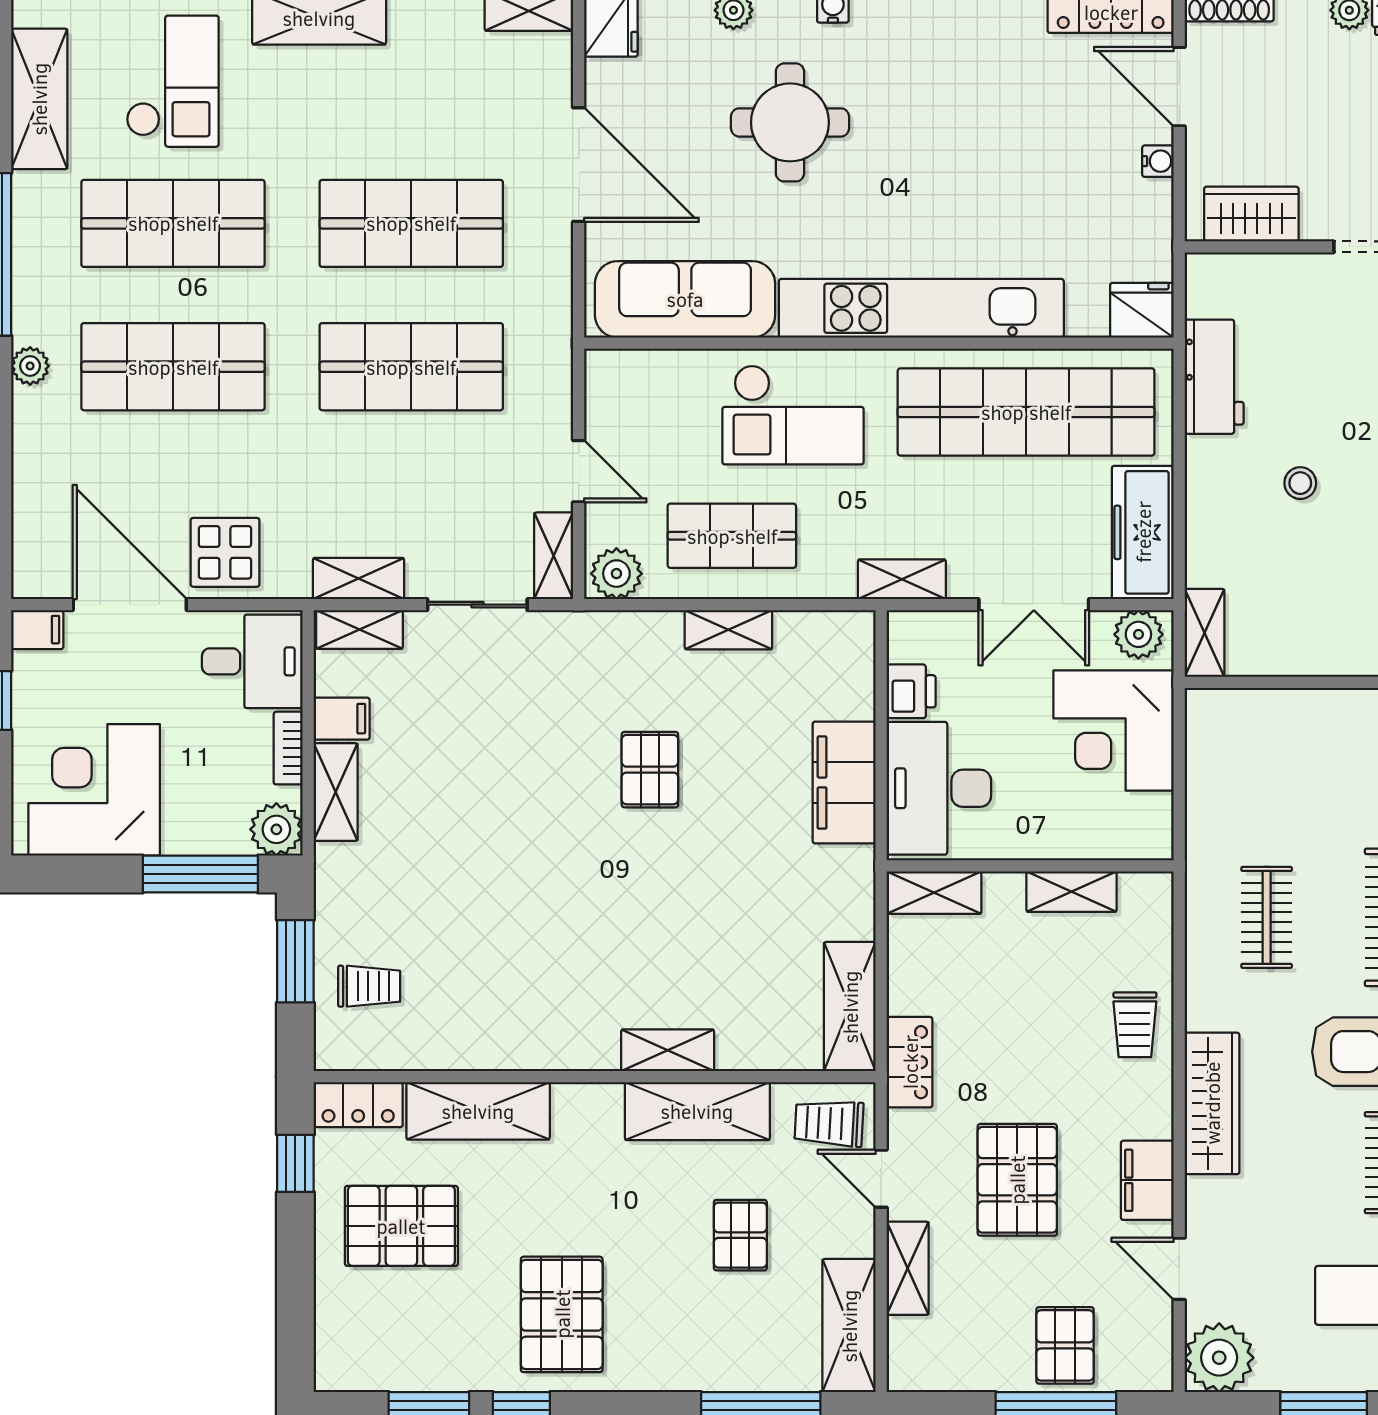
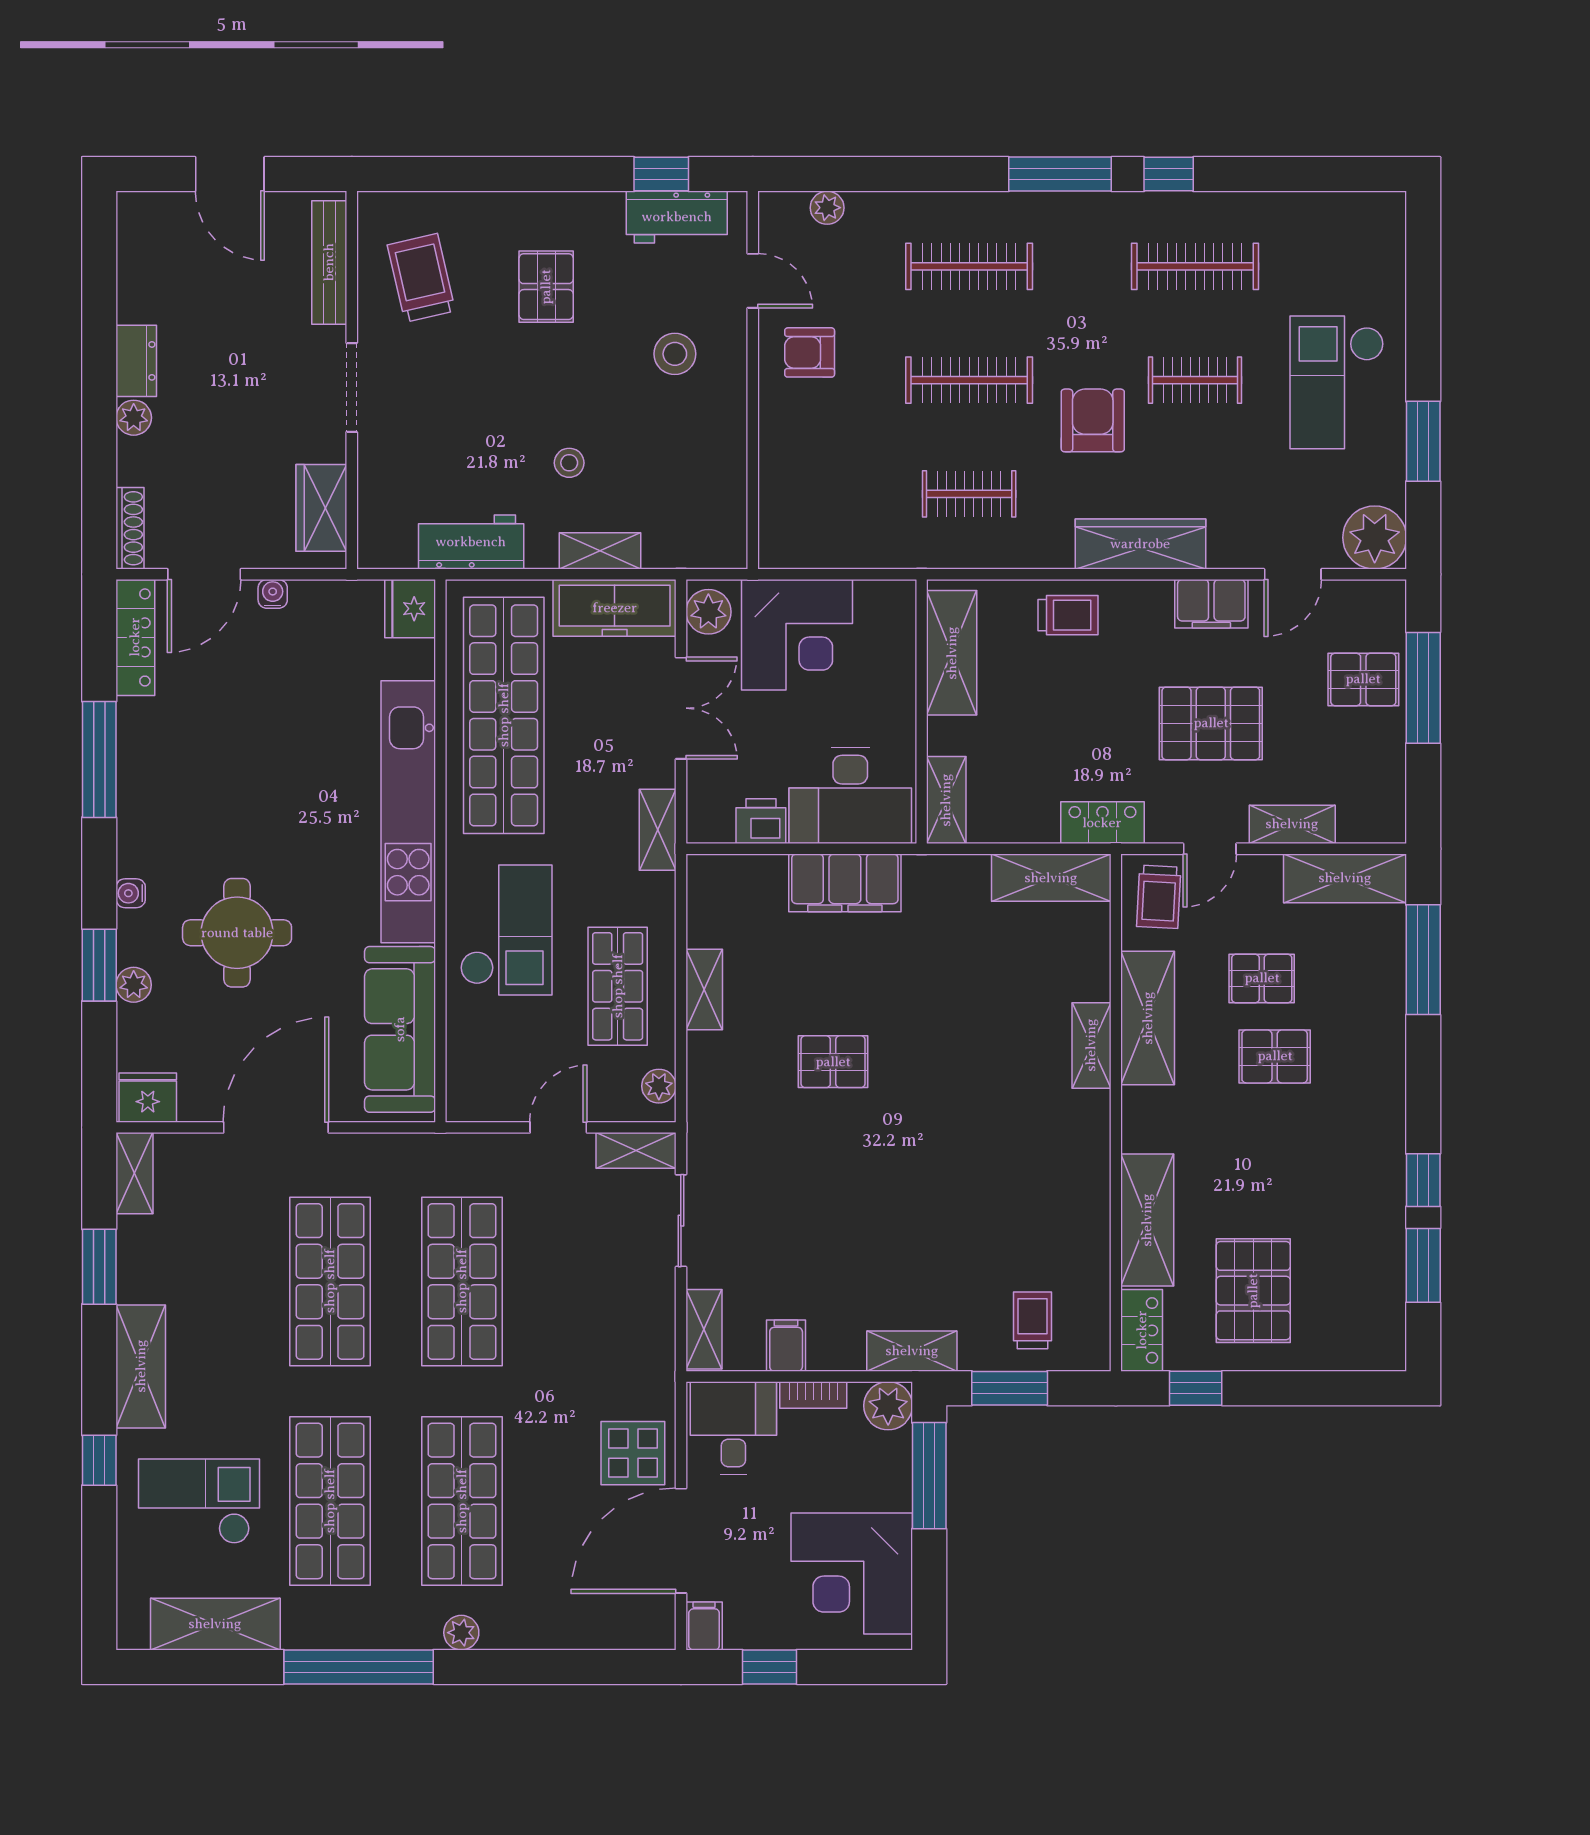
plant: (616, 574) -> (659, 1086), width x0.73, depth x0.73
shelving: (359, 578) -> (657, 1330), removed
shelving: (1205, 633) -> (600, 551), moved
shelving: (336, 792) -> (912, 1351), moved
shelving: (1071, 892) -> (952, 653), width x1.50, depth x1.33
pallet: (562, 1314) -> (1275, 1056), moved, width x0.67, depth x0.71

